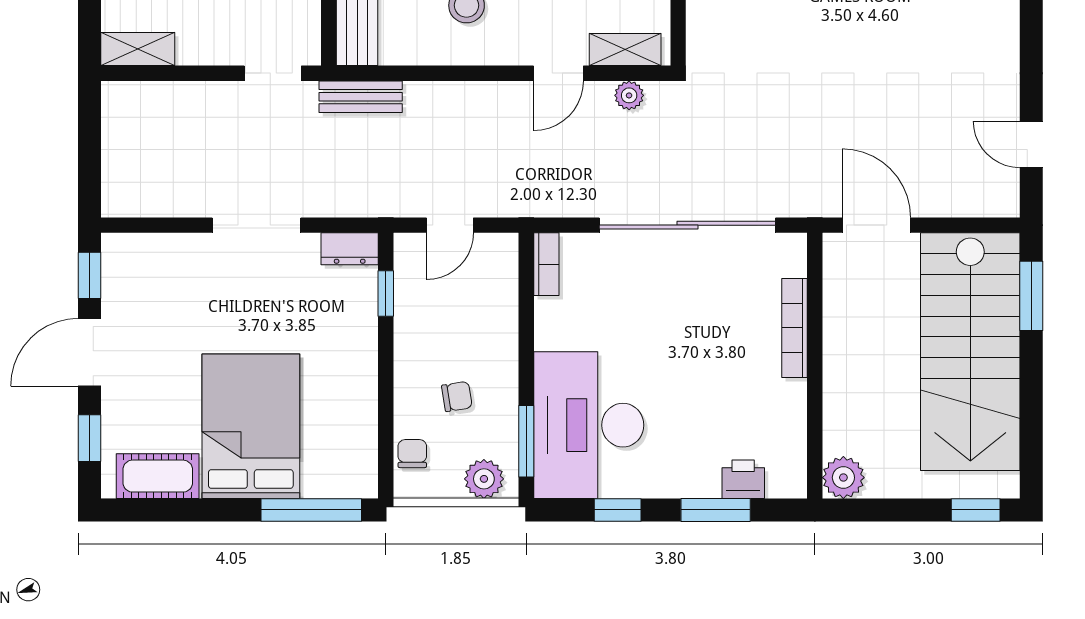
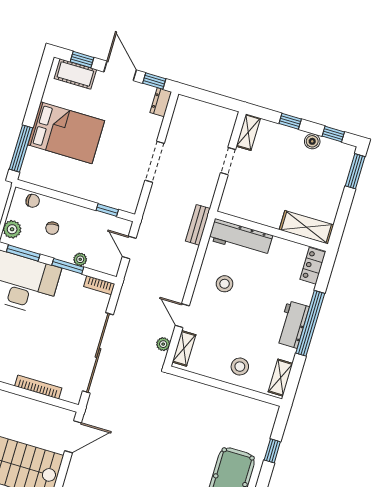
doorway: (273, 73) -> (228, 161), moved
dresser: (350, 249) -> (161, 102), moved
plant: (504, 319) -> (80, 259), added
window: (526, 341) -> (68, 266), added
cot: (158, 476) -> (75, 74), moved, turned 90

